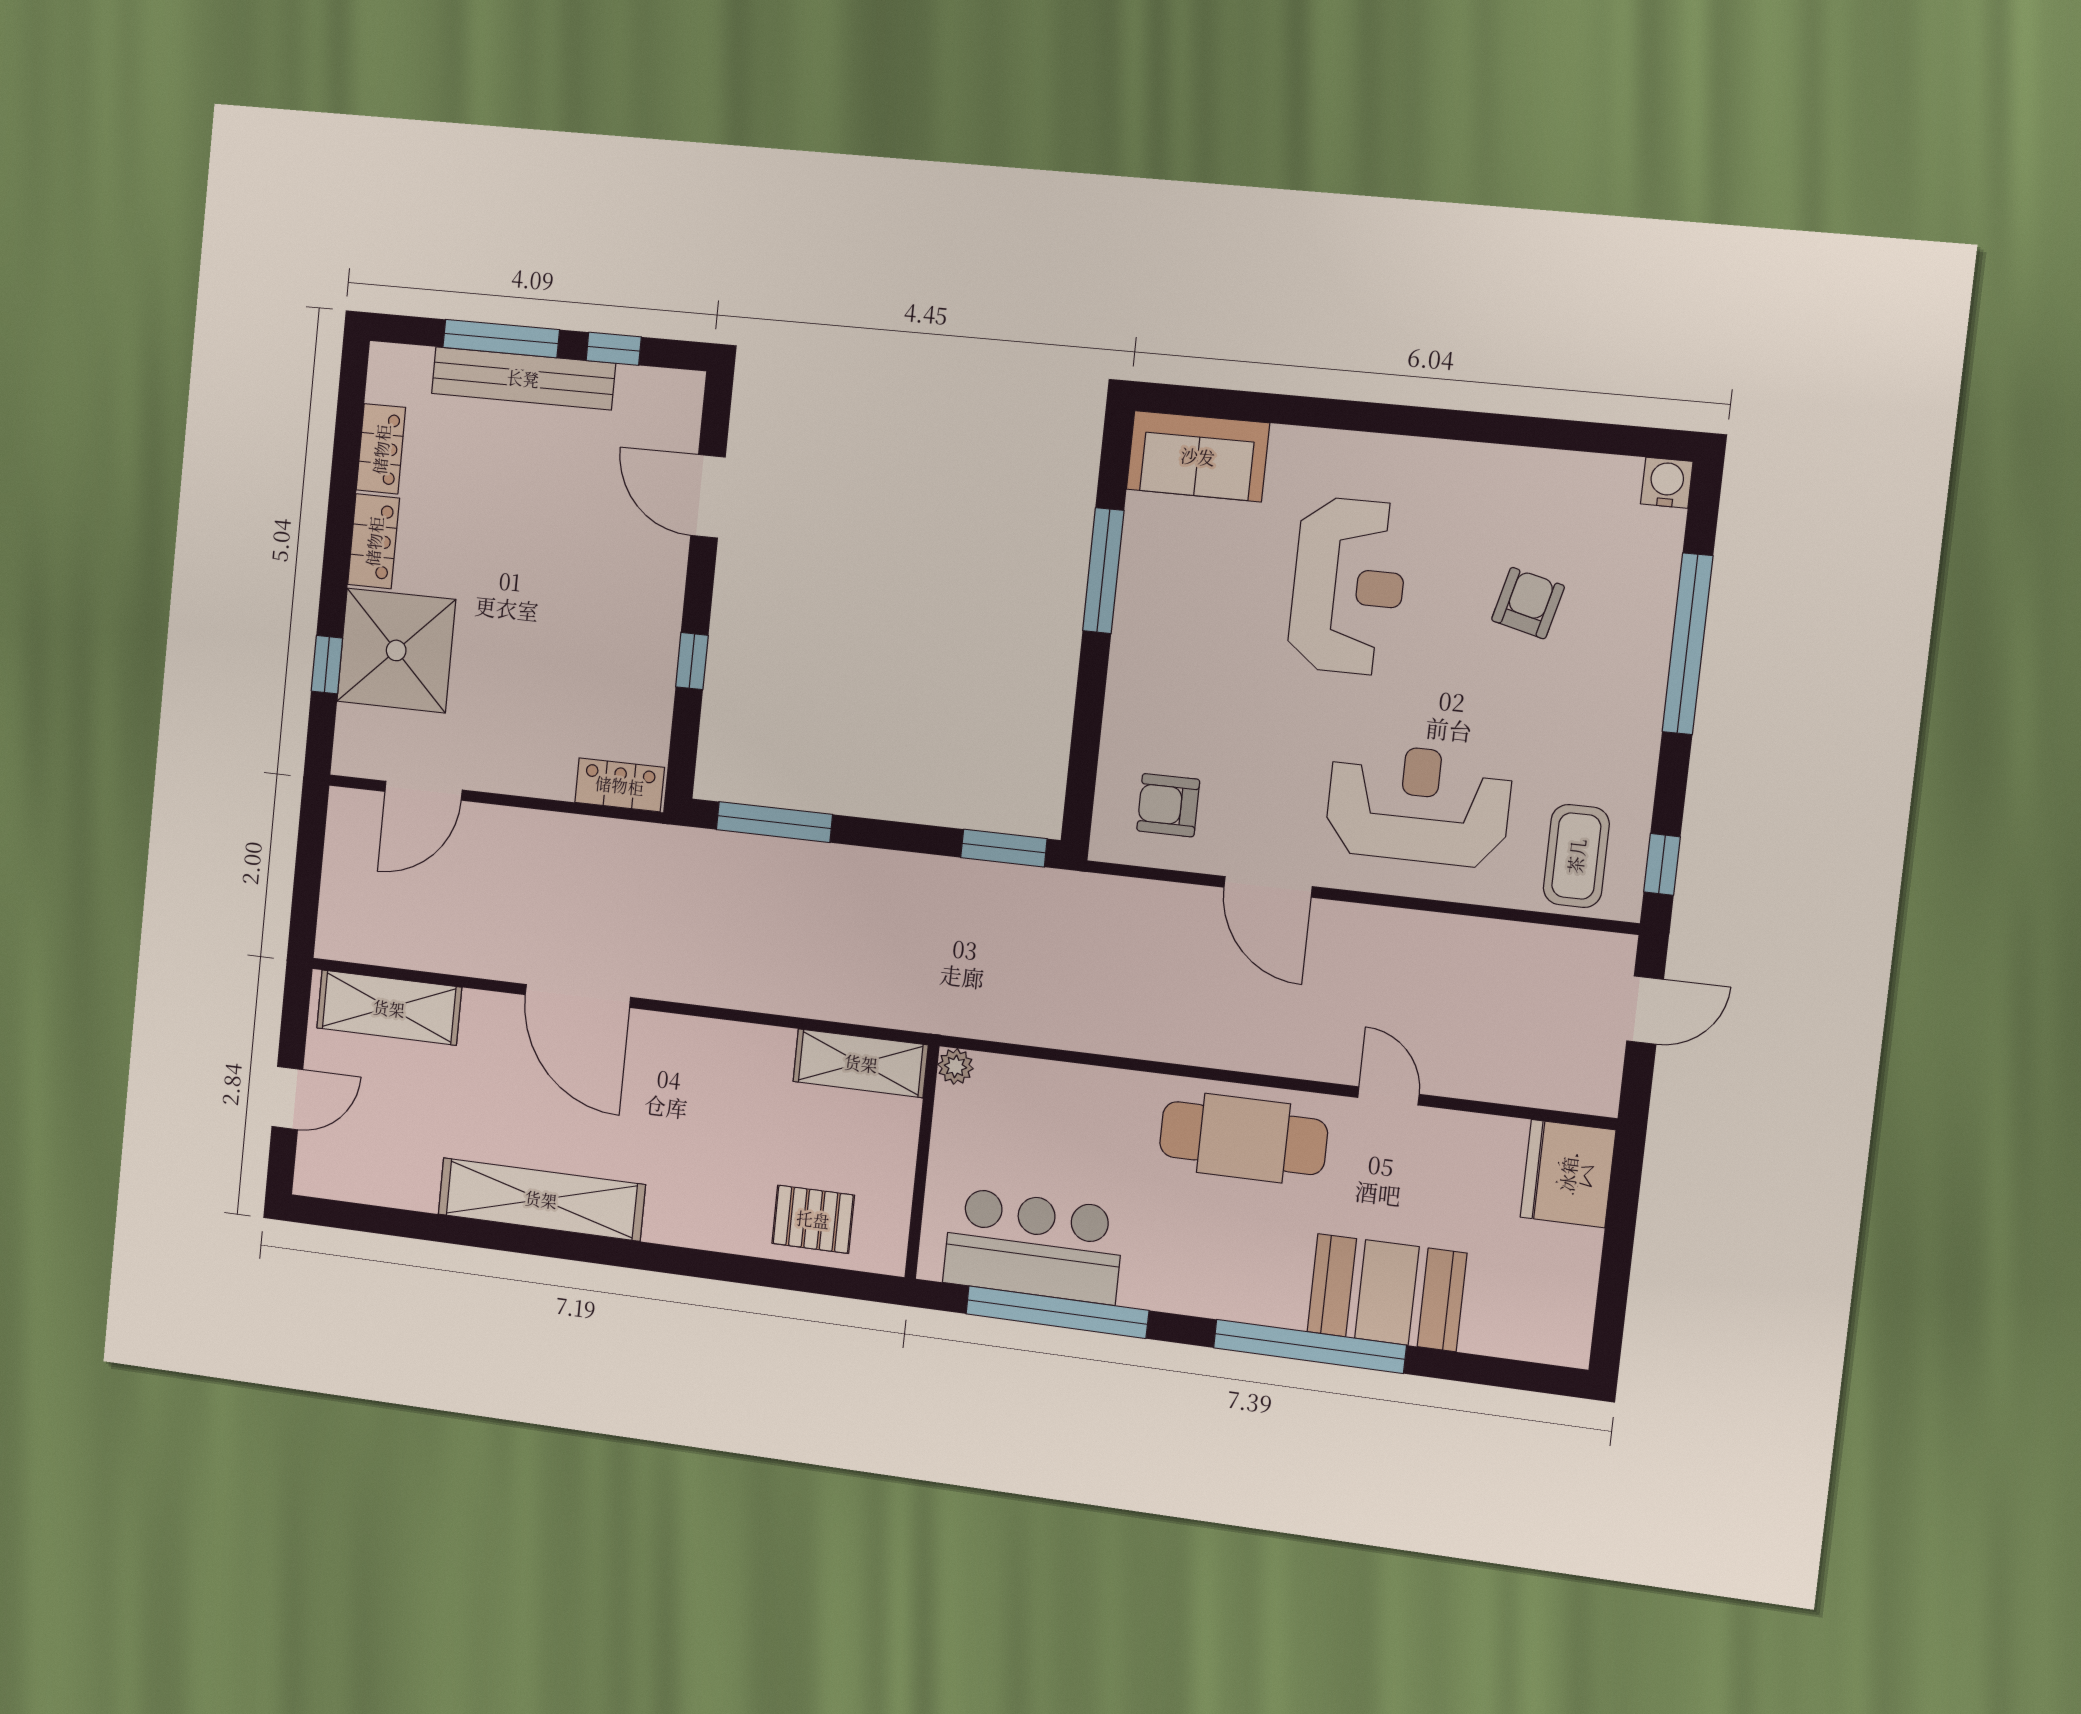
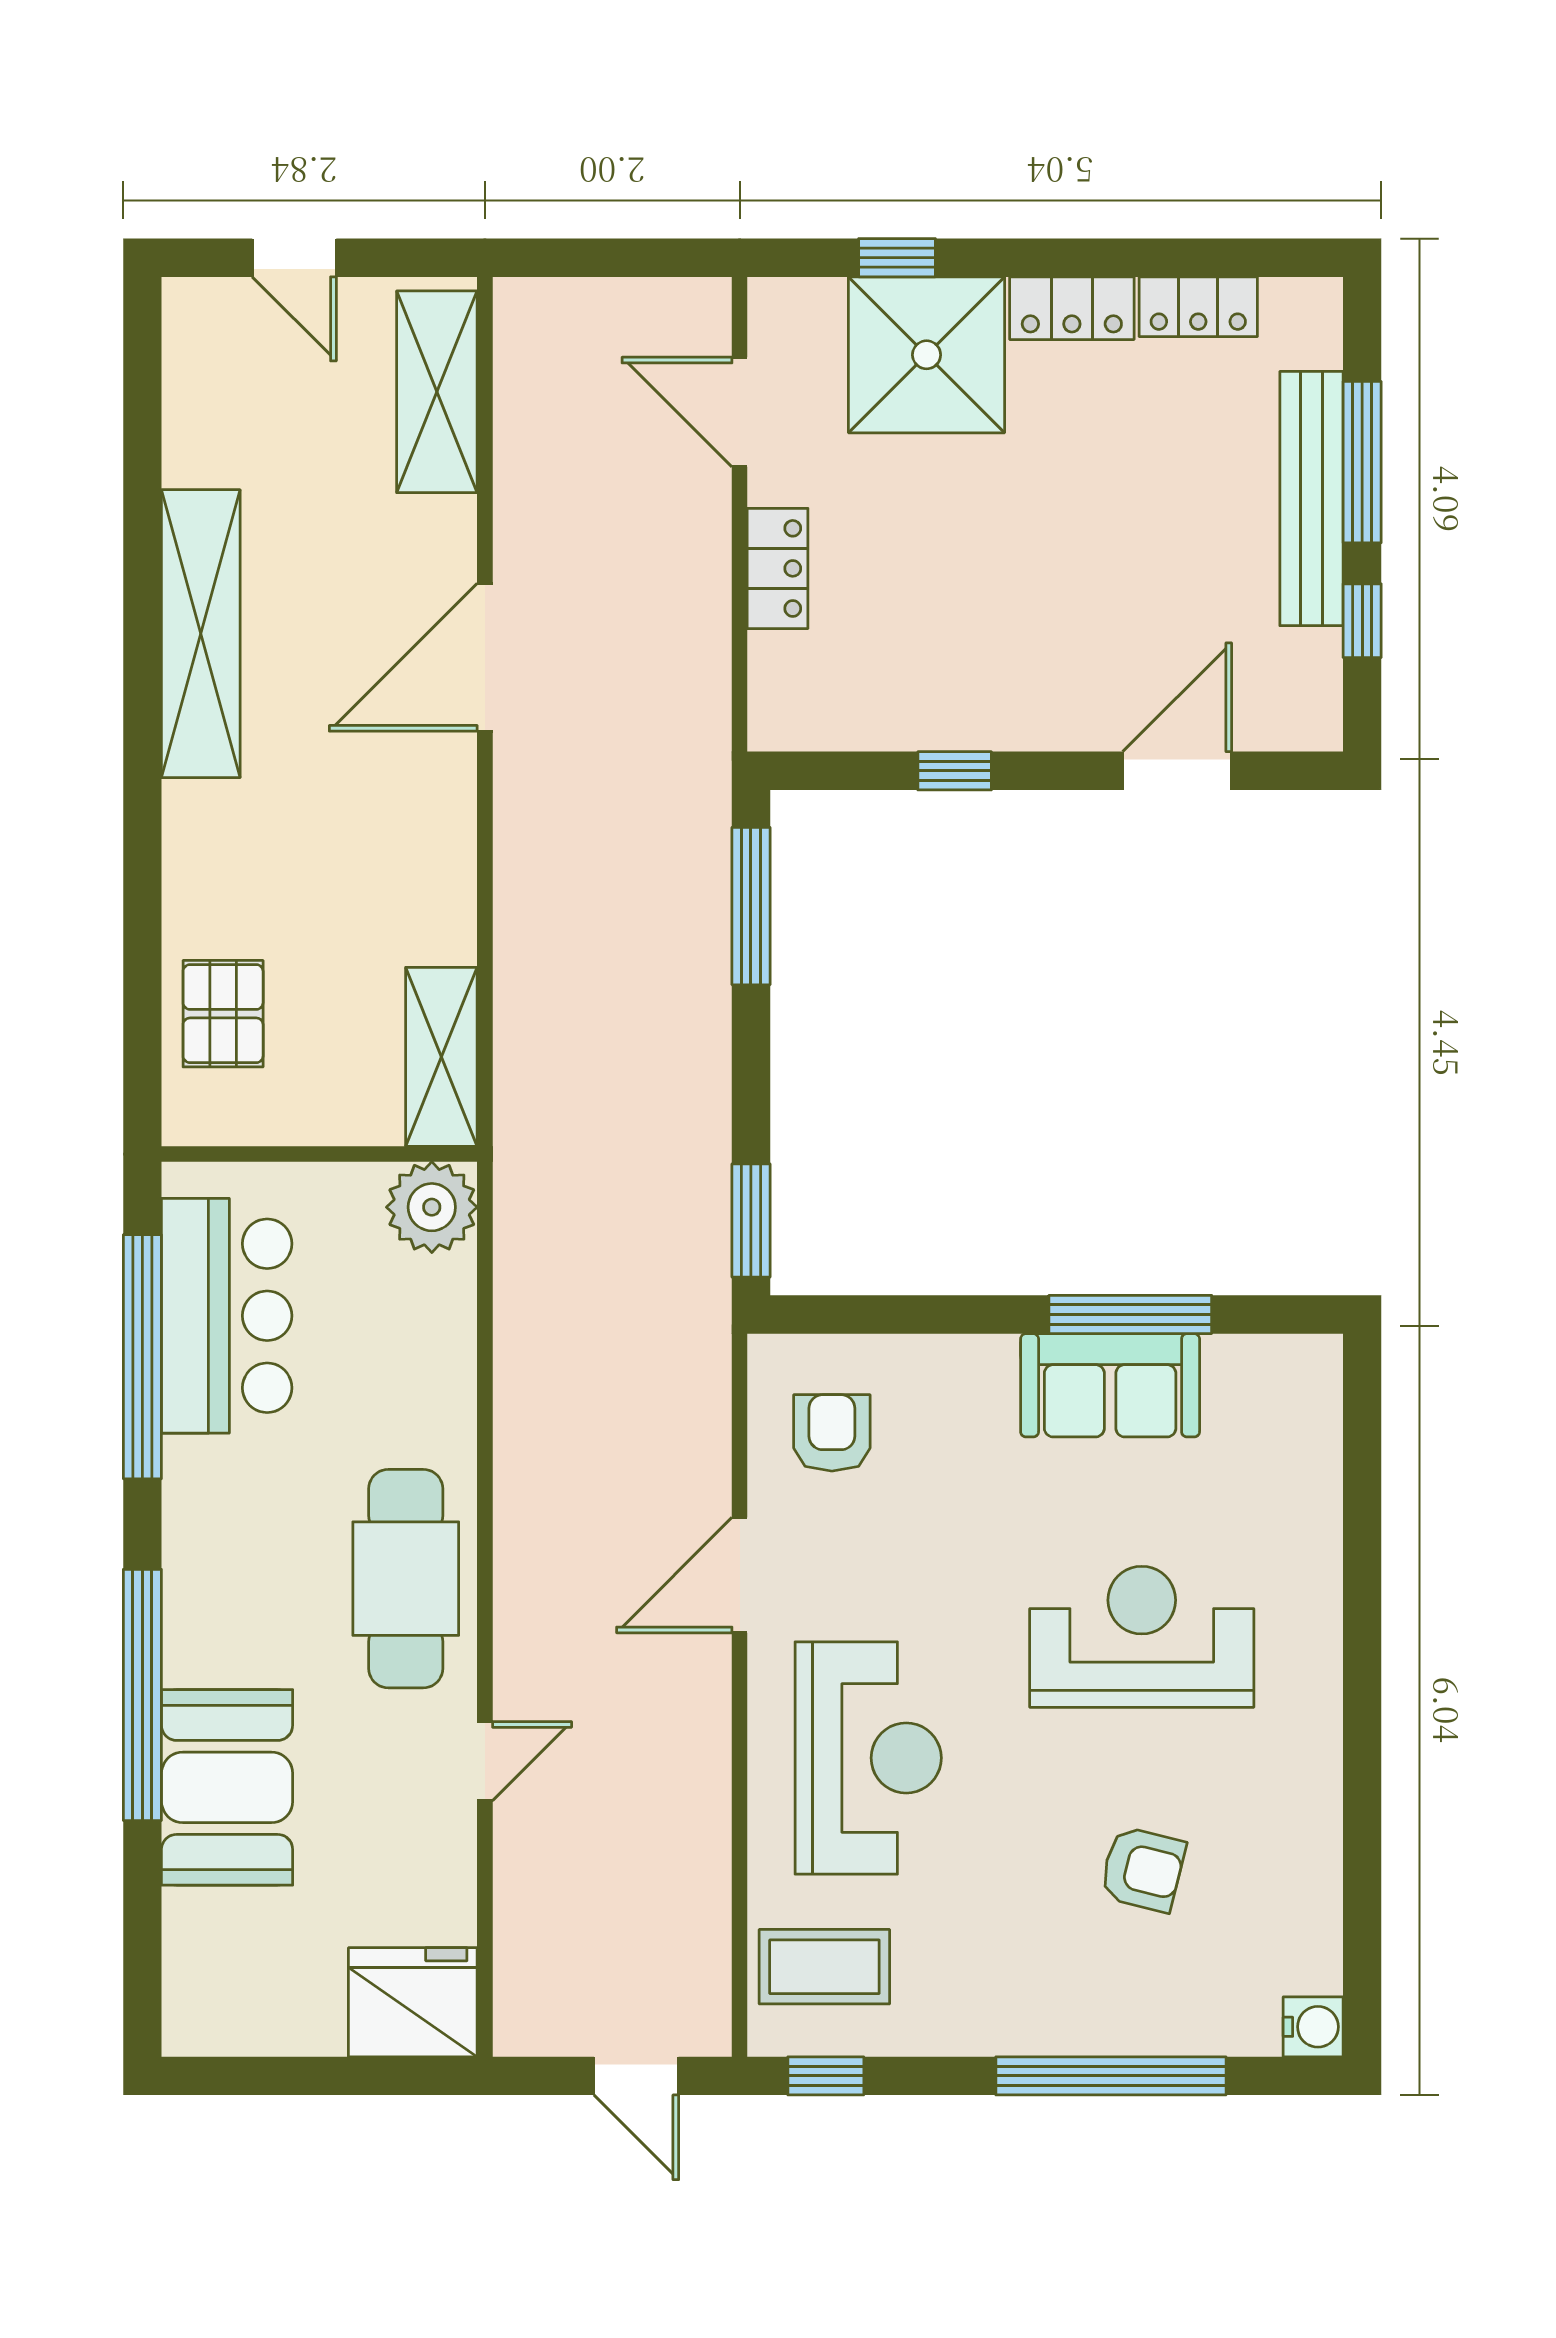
sofa: (1198, 456) -> (1110, 1385), moved, turned -90
reception desk: (1348, 586) -> (1142, 1637), turned 180
locker: (620, 785) -> (778, 568), moved
plant: (955, 1066) -> (432, 1207), width x1.88, depth x1.88

